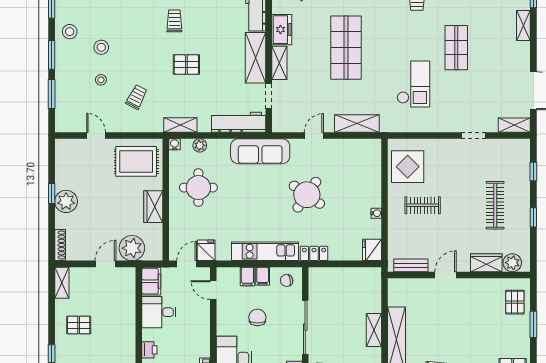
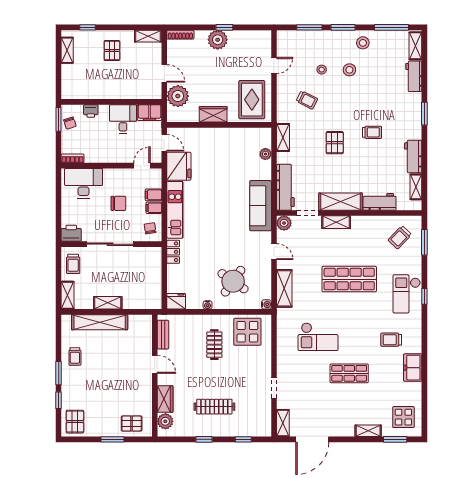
freezer: (282, 30) -> (365, 224), removed
plant: (280, 124) -> (284, 223), added
water cooler: (175, 144) -> (266, 304), moved
round table: (198, 188) -> (230, 153), removed
round table: (307, 195) -> (233, 281), moved
fridge: (206, 250) -> (179, 166), width x1.88, depth x1.34

